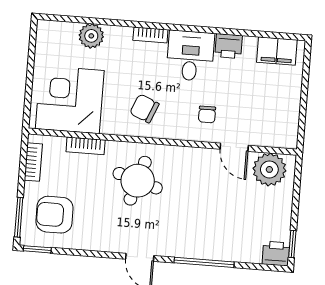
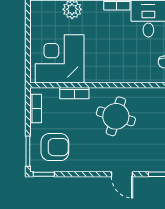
chair: (144, 108) -> (117, 61), removed
armchair: (55, 215) -> (55, 147), turned 180

